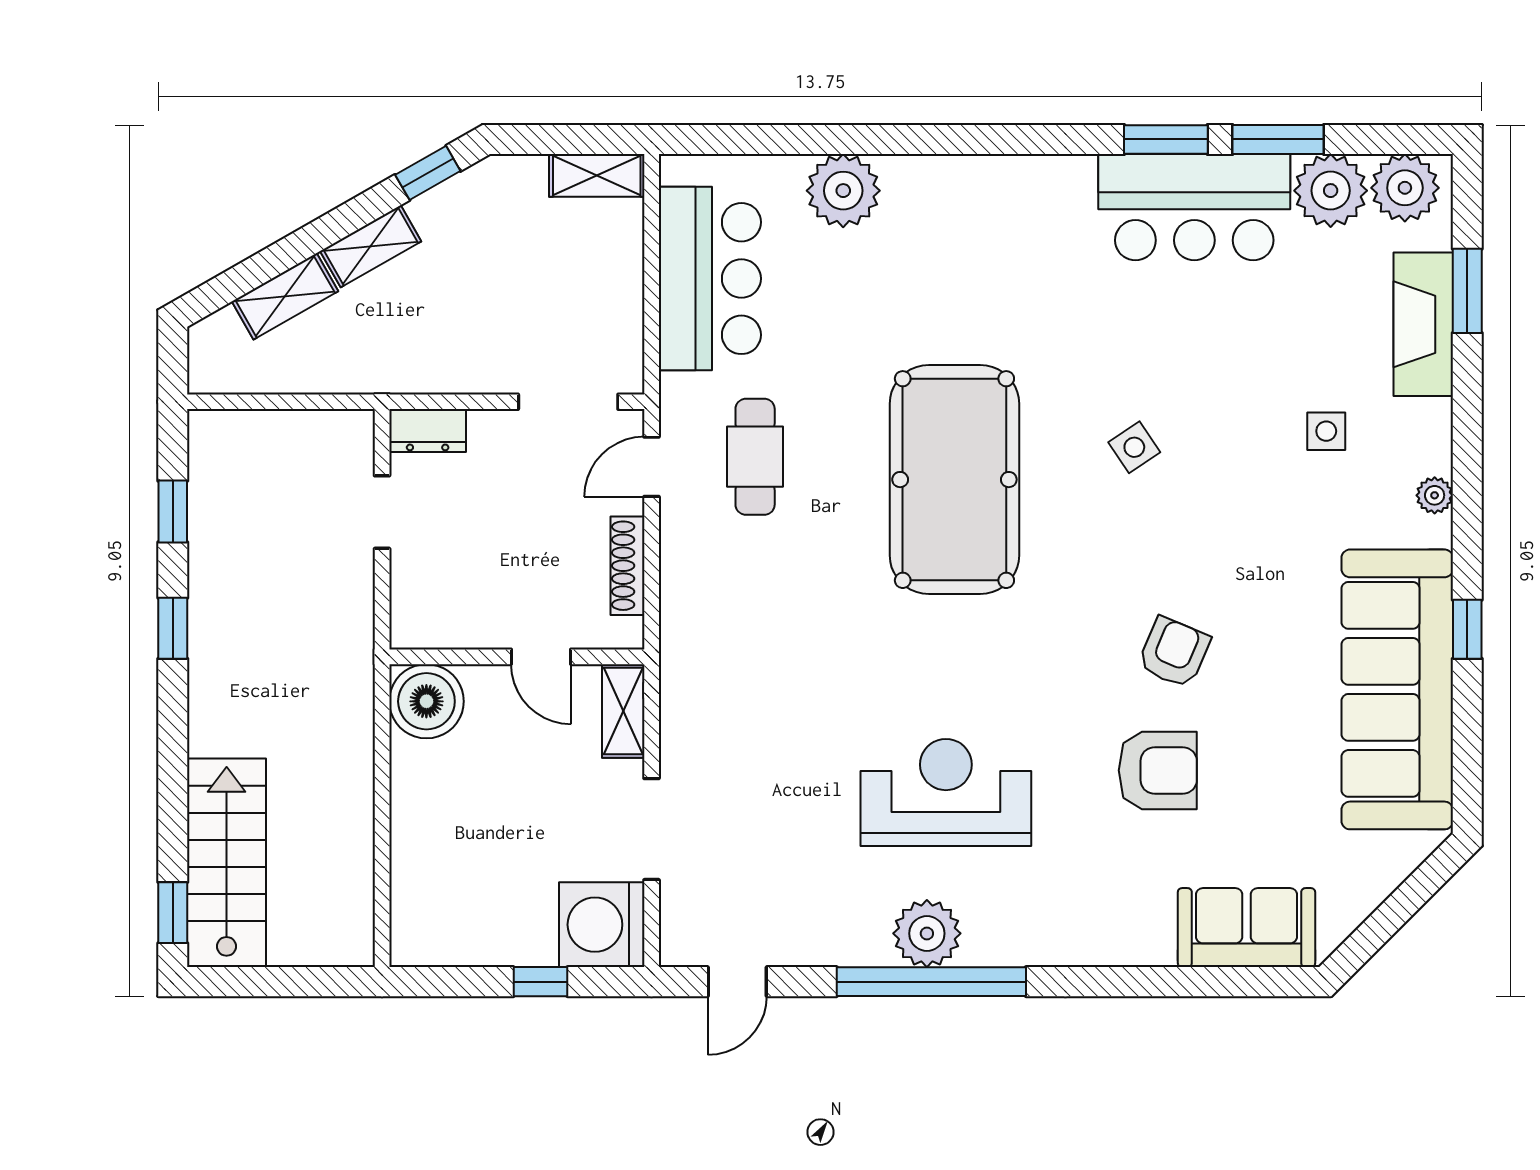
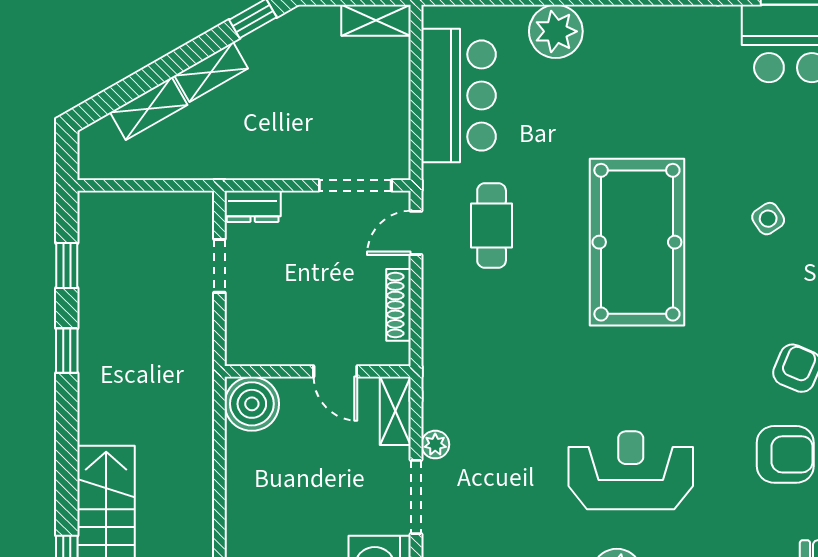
plant: (678, 757) -> (435, 445), added

